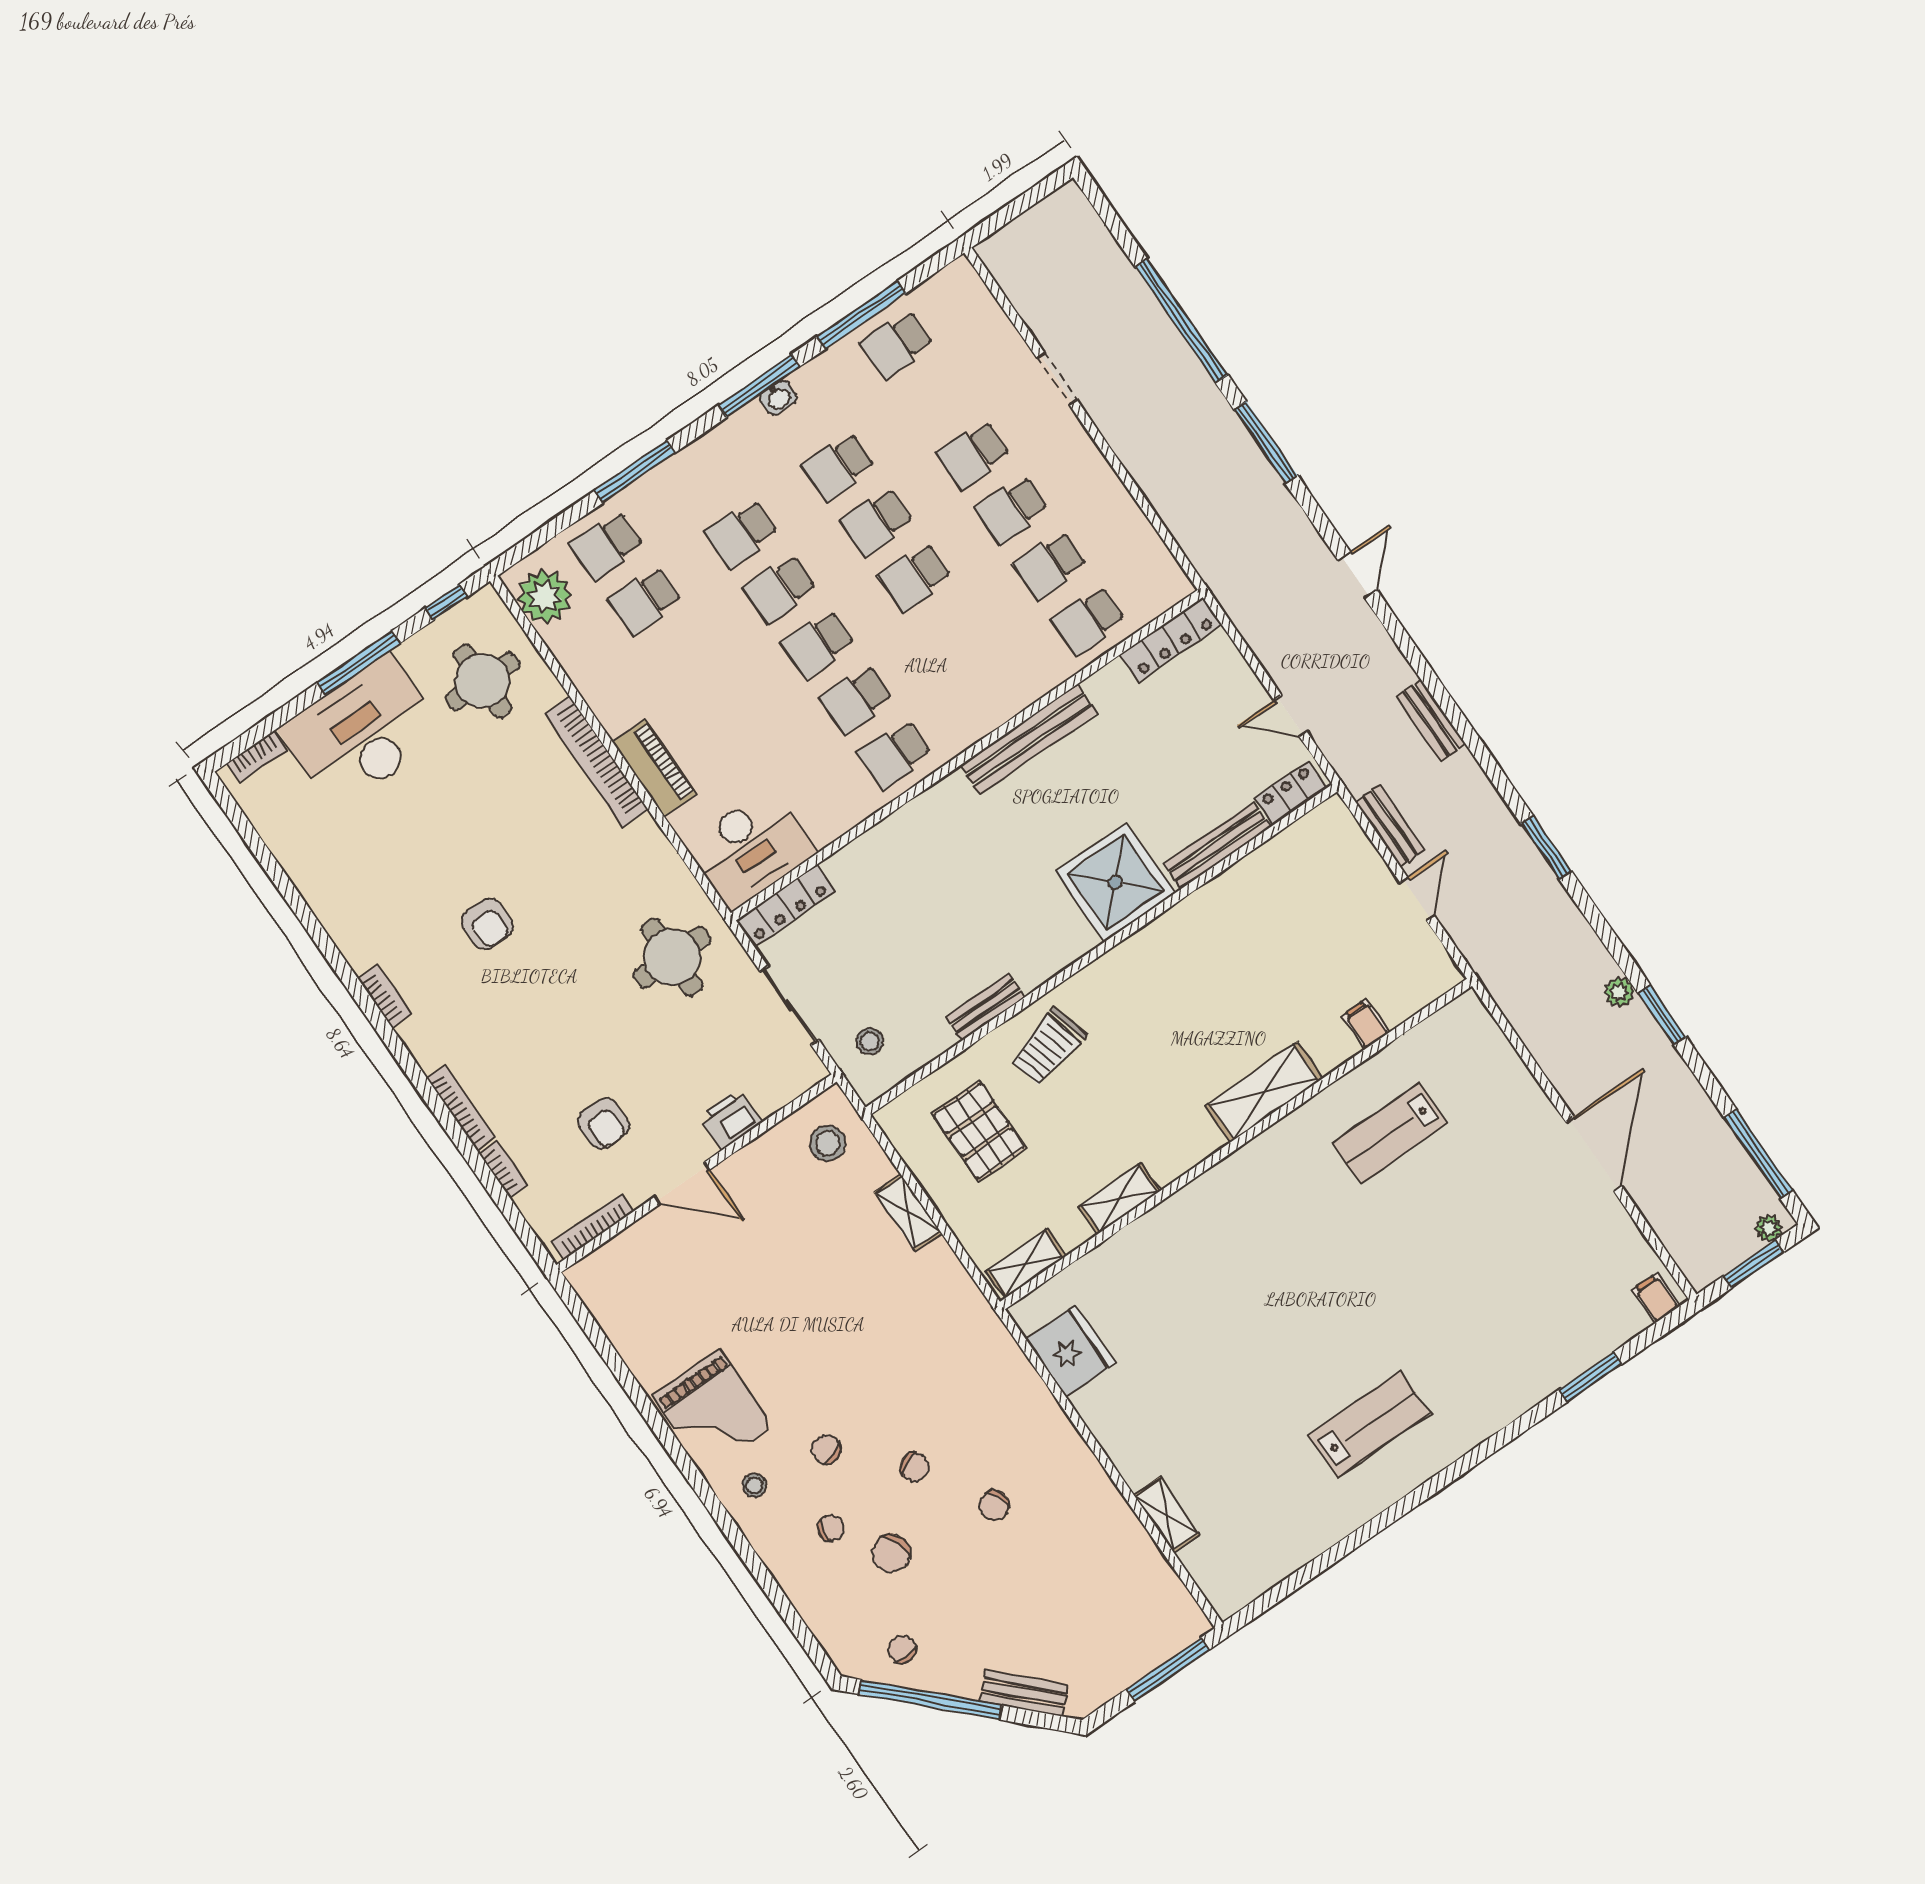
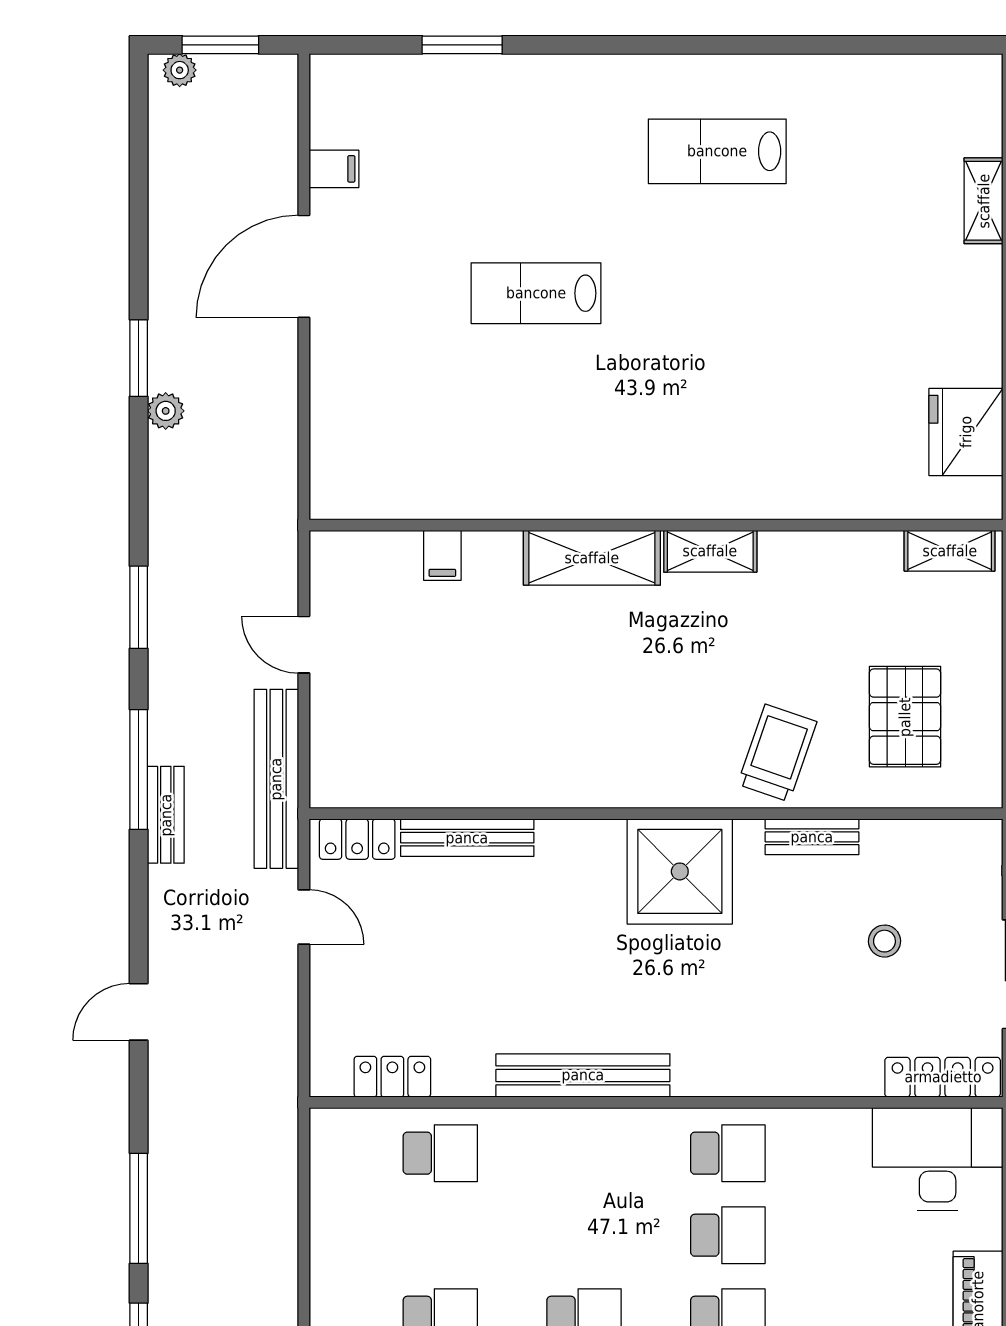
school desk: (1050, 565) -> (440, 1235), removed
locker: (1171, 640) -> (392, 1077), width x0.66
bench: (1390, 826) -> (276, 779), width x1.86, depth x1.21
shower: (1115, 882) -> (680, 871), moved
door: (1417, 899) -> (304, 645), hinge flipped
stool: (870, 1041) -> (884, 941), moved
trolley: (1048, 1047) -> (777, 753), turned -56
lab bench: (1390, 1133) -> (536, 293), moved, turned 180
window: (1758, 1154) -> (139, 769), moved
shelving: (1119, 1199) -> (710, 551), moved
filing cabinet: (1656, 1298) -> (334, 169), moved, turned -90

